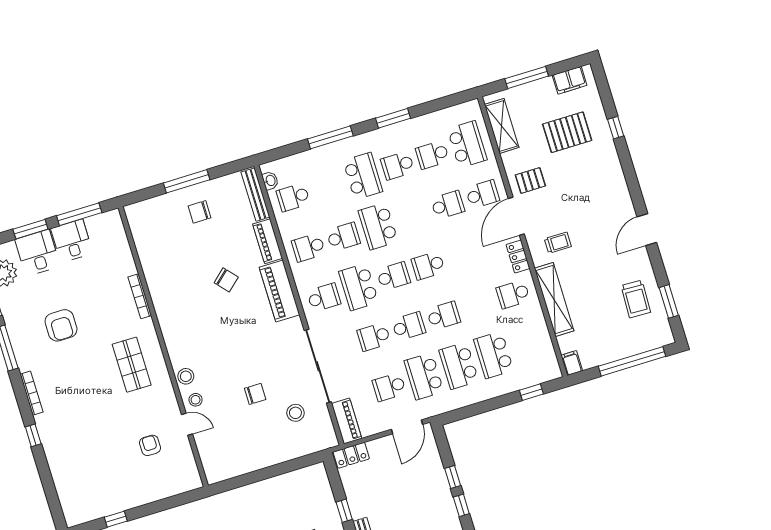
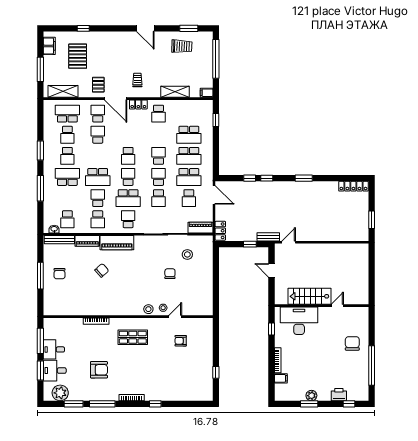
shelving: (554, 300) -> (175, 92), width x0.68

